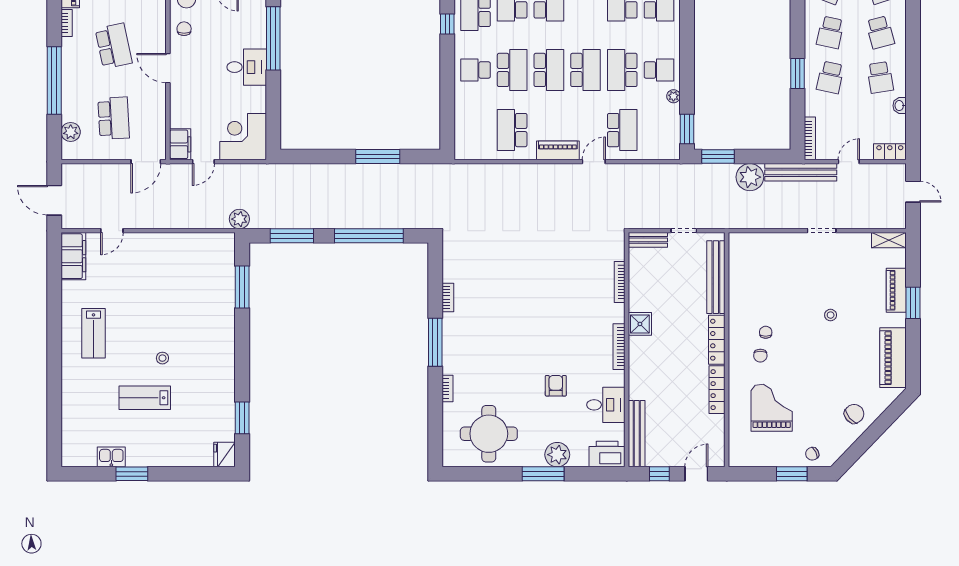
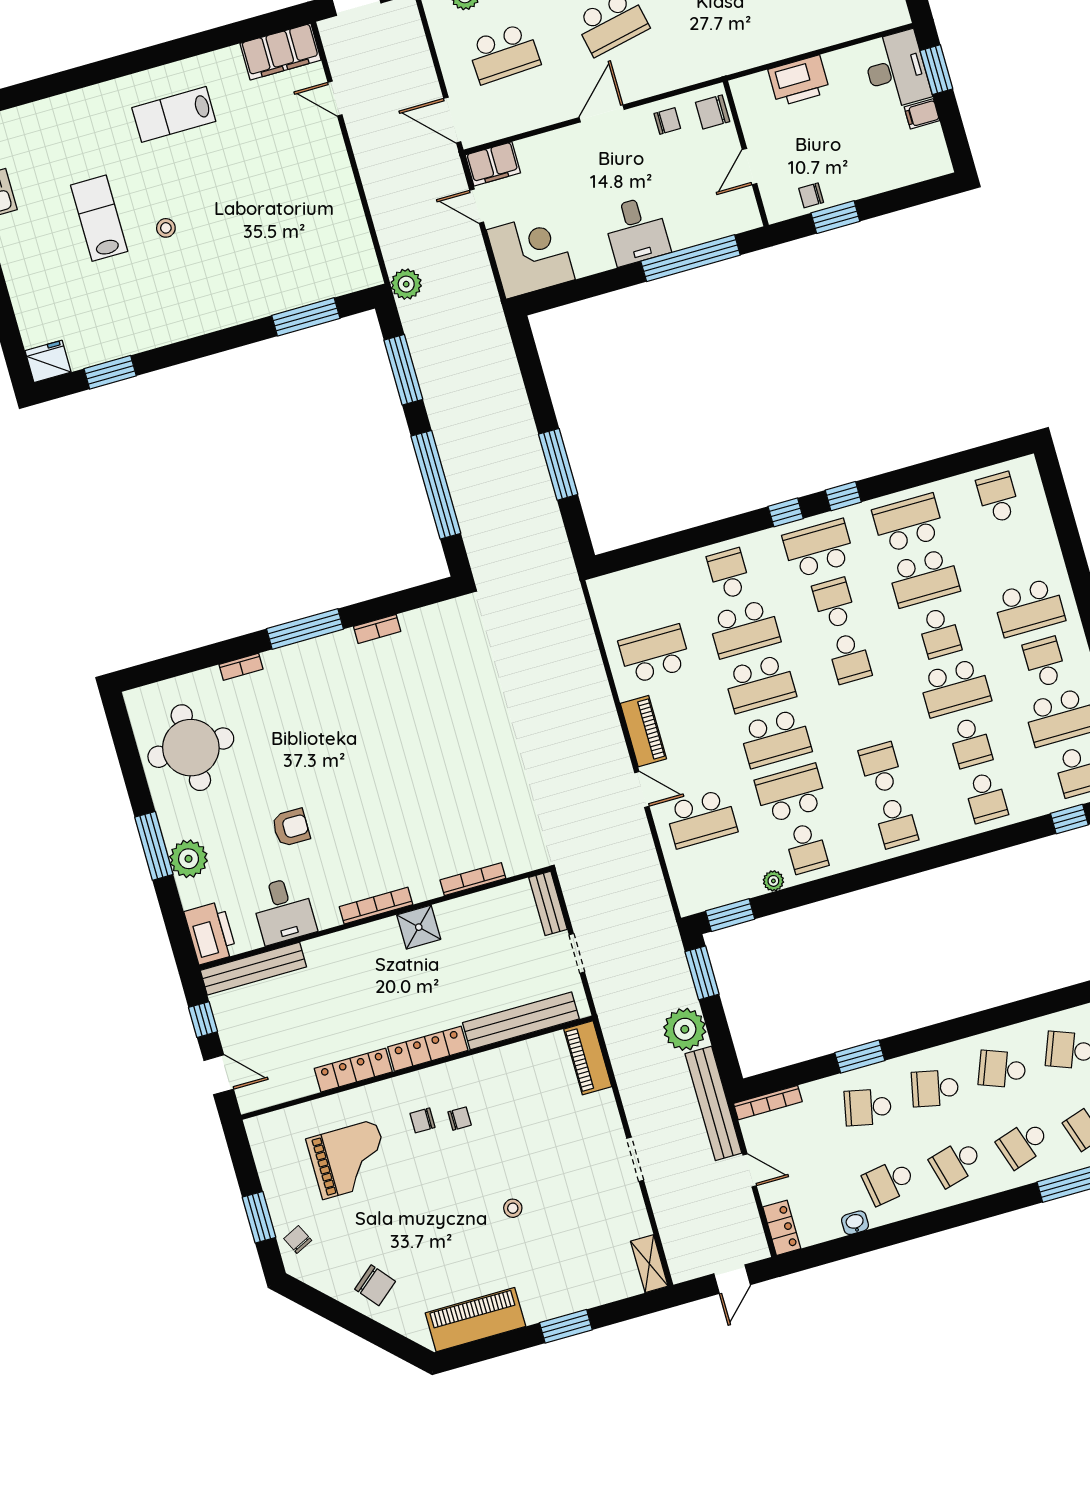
piano: (896, 290) -> (588, 1058), moved, turned -90

